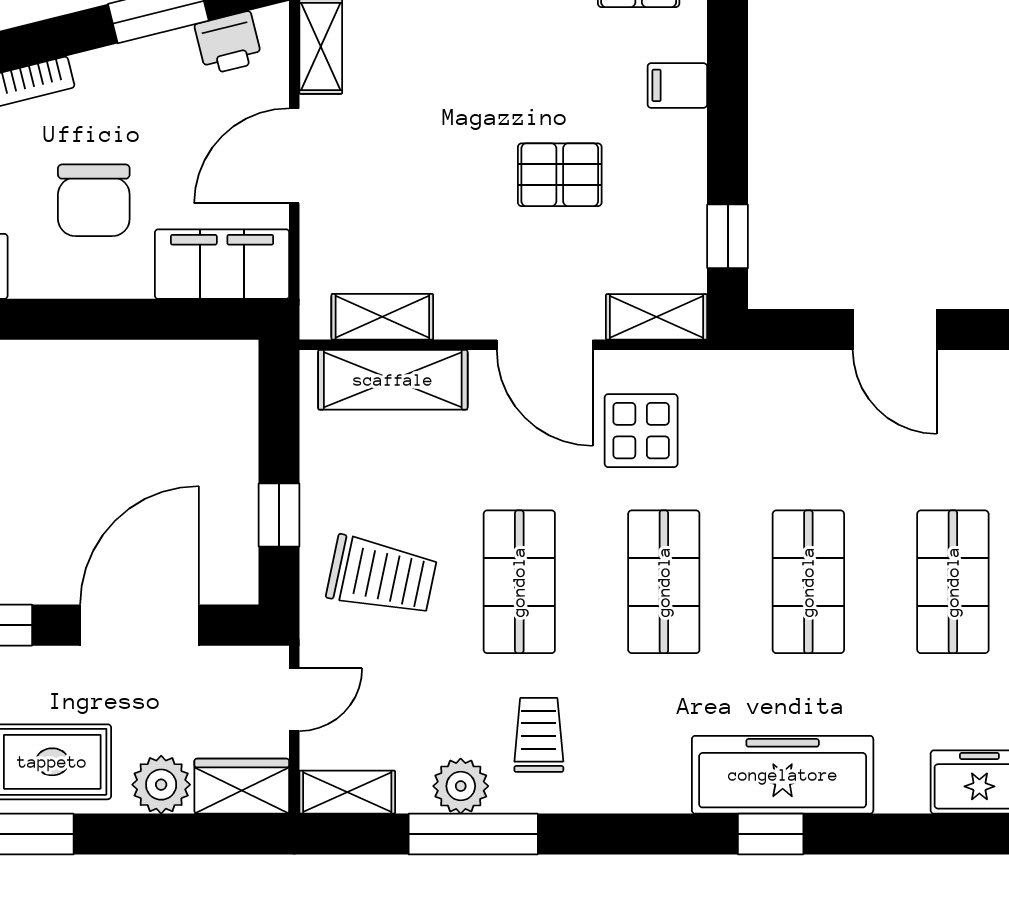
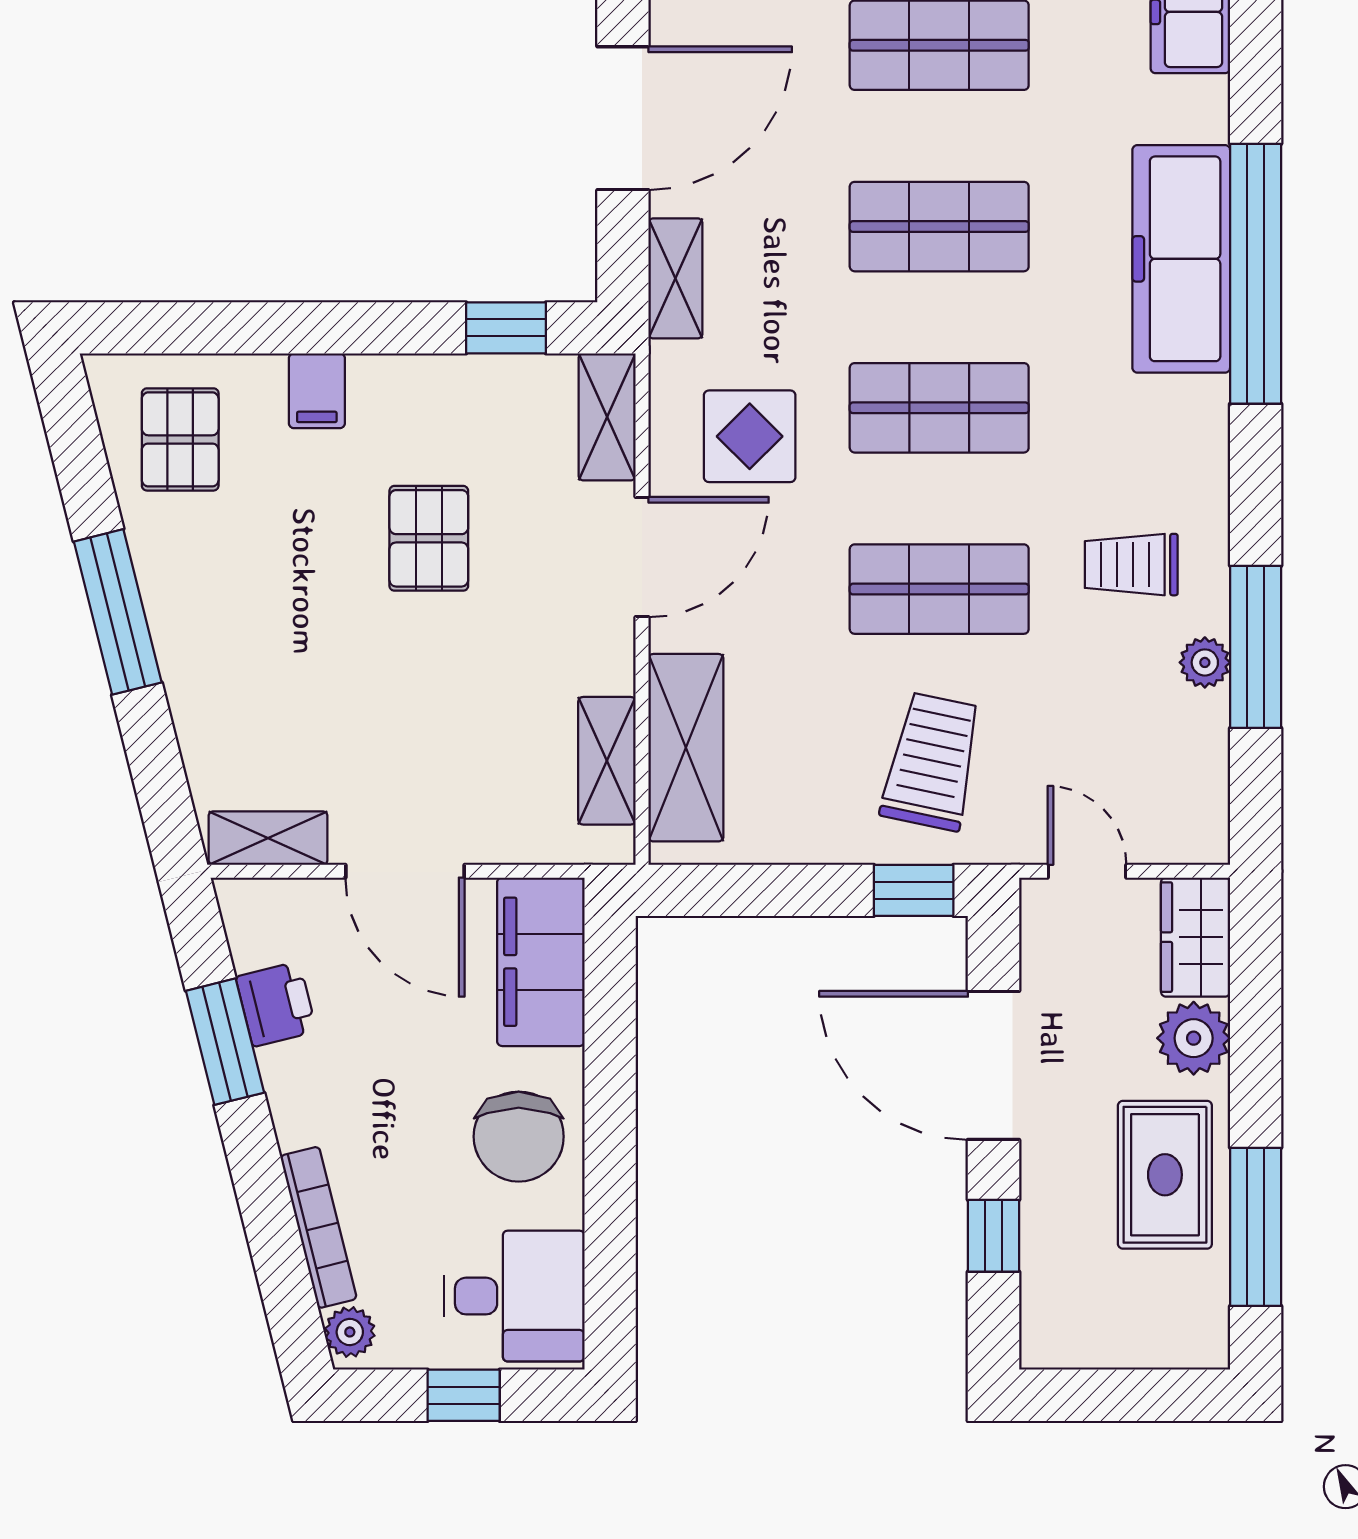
printer: (228, 43) -> (276, 1004), moved
chair: (94, 200) -> (519, 1137), moved, turned 90
door: (895, 330) -> (623, 118), width x1.36
window: (279, 515) -> (914, 890), moved
plant: (461, 786) -> (1205, 662), width x0.73, depth x0.73
shelving: (347, 792) -> (675, 278), moved
window: (771, 834) -> (1256, 274), width x3.17

